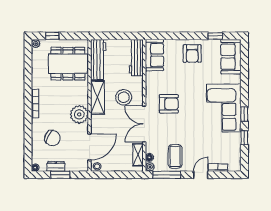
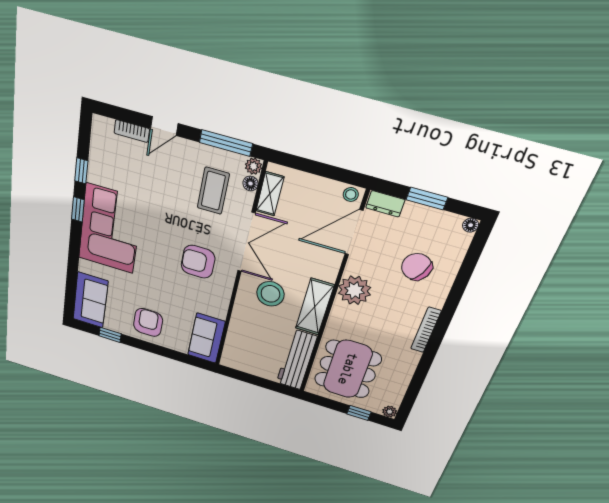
workbench: (136, 58) -> (236, 344), removed
dining table: (68, 64) -> (348, 369), turned 90
coffee table: (175, 156) -> (213, 191), moved
dresser: (56, 166) -> (385, 204), moved

